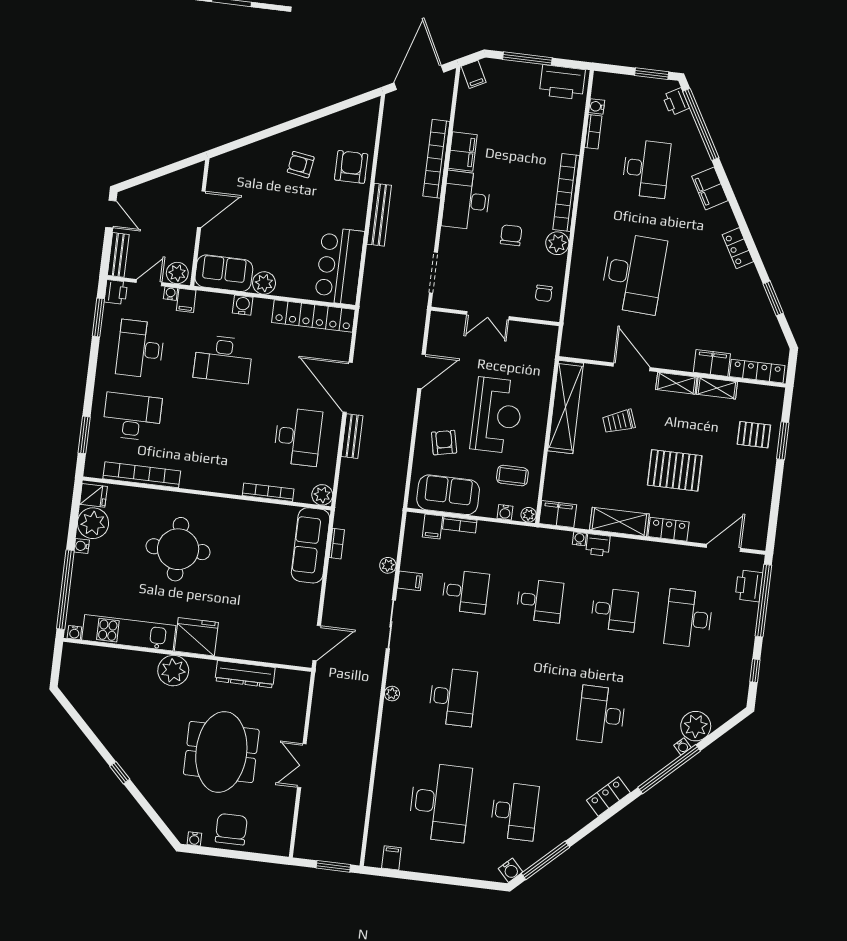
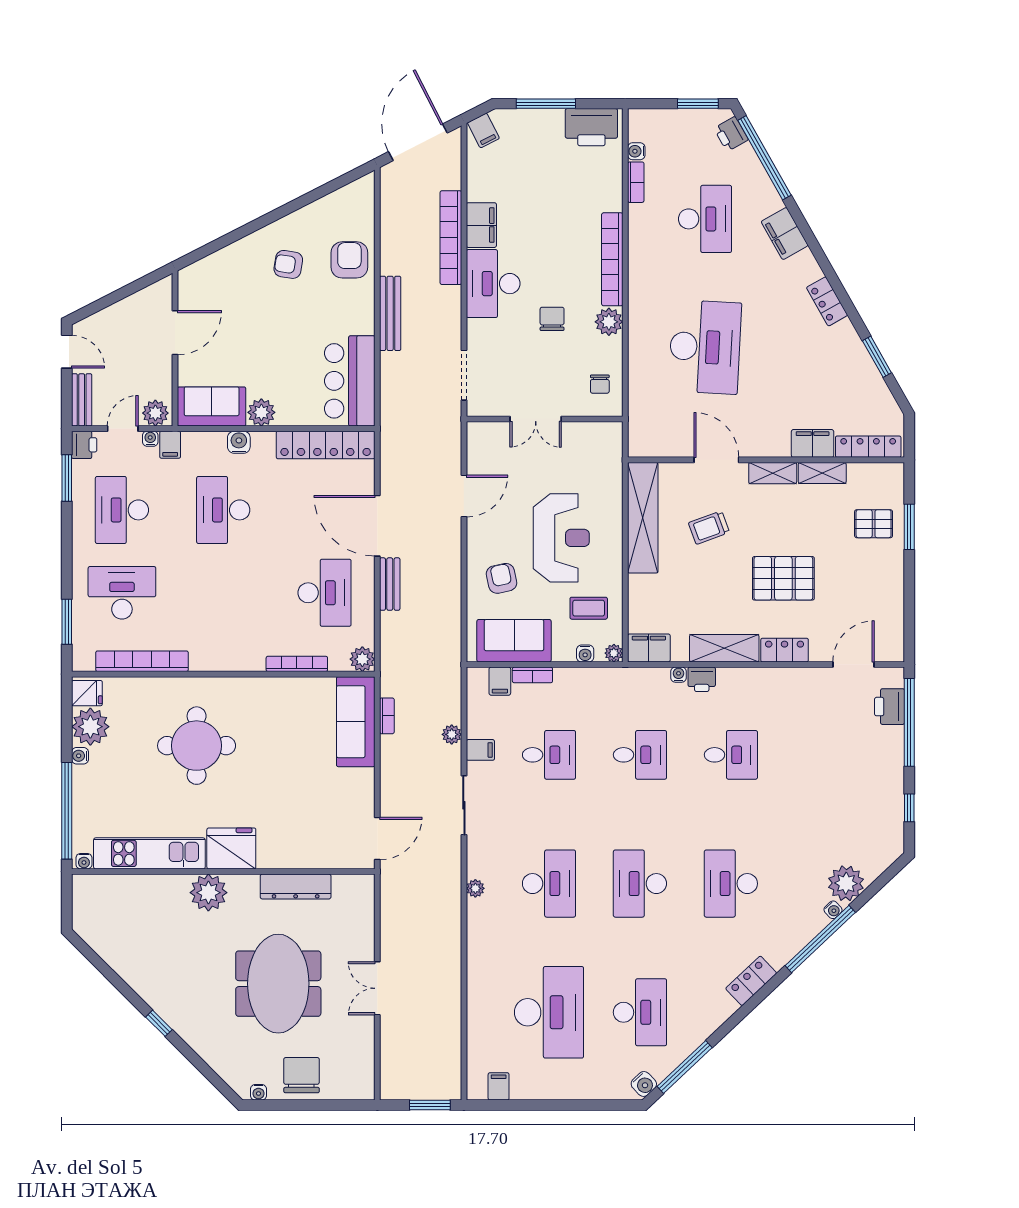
desk: (223, 359) -> (223, 510), turned 90
desk: (689, 619) -> (640, 884), moved

